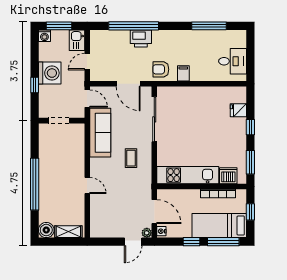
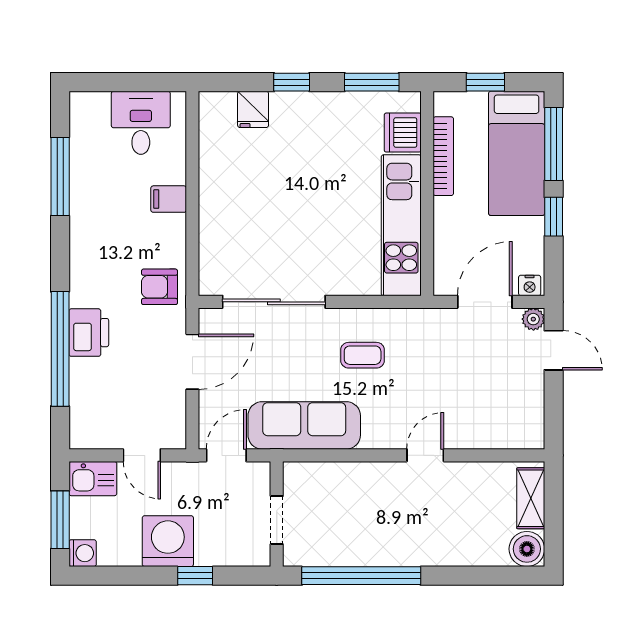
armchair: (161, 69) -> (159, 287), turned 90
filing cabinet: (183, 73) -> (169, 199), moved
window: (35, 184) -> (361, 576), moved

